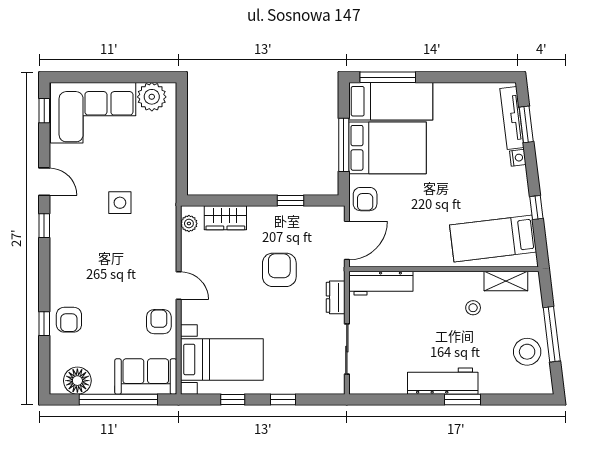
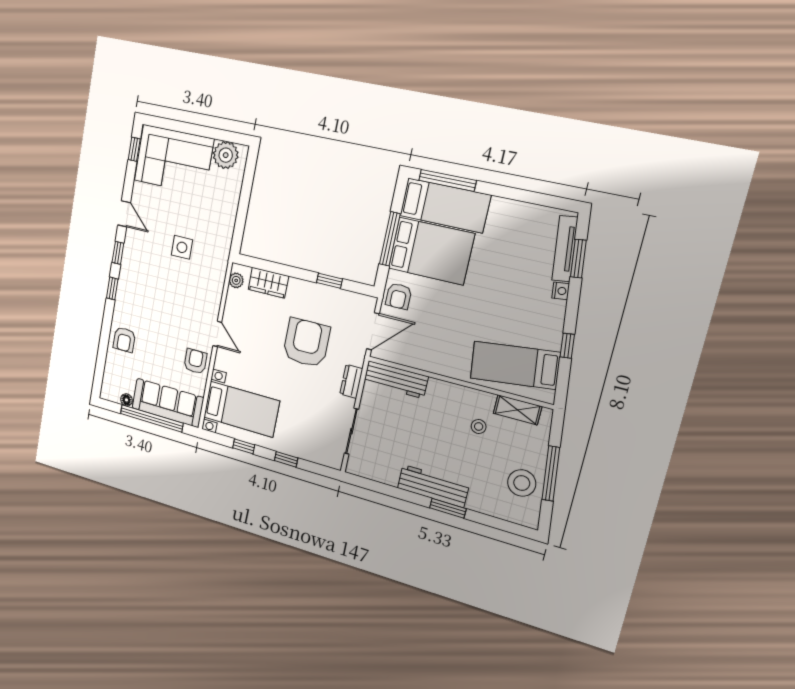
armchair: (279, 270) -> (306, 343), width x1.36, depth x1.36
window: (44, 324) -> (112, 288), moved
sofa: (146, 377) -> (168, 403), width x1.36
floor lamp: (77, 381) -> (126, 400), width x0.53, depth x0.53

